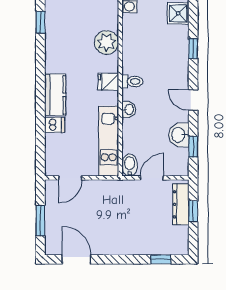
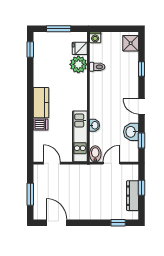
toilet: (132, 81) -> (97, 67), moved
fridge: (108, 82) -> (80, 48), moved
washbasin: (129, 110) -> (95, 125), moved
door: (70, 178) -> (52, 163), swing flipped
dresser: (181, 204) -> (133, 196), moved

